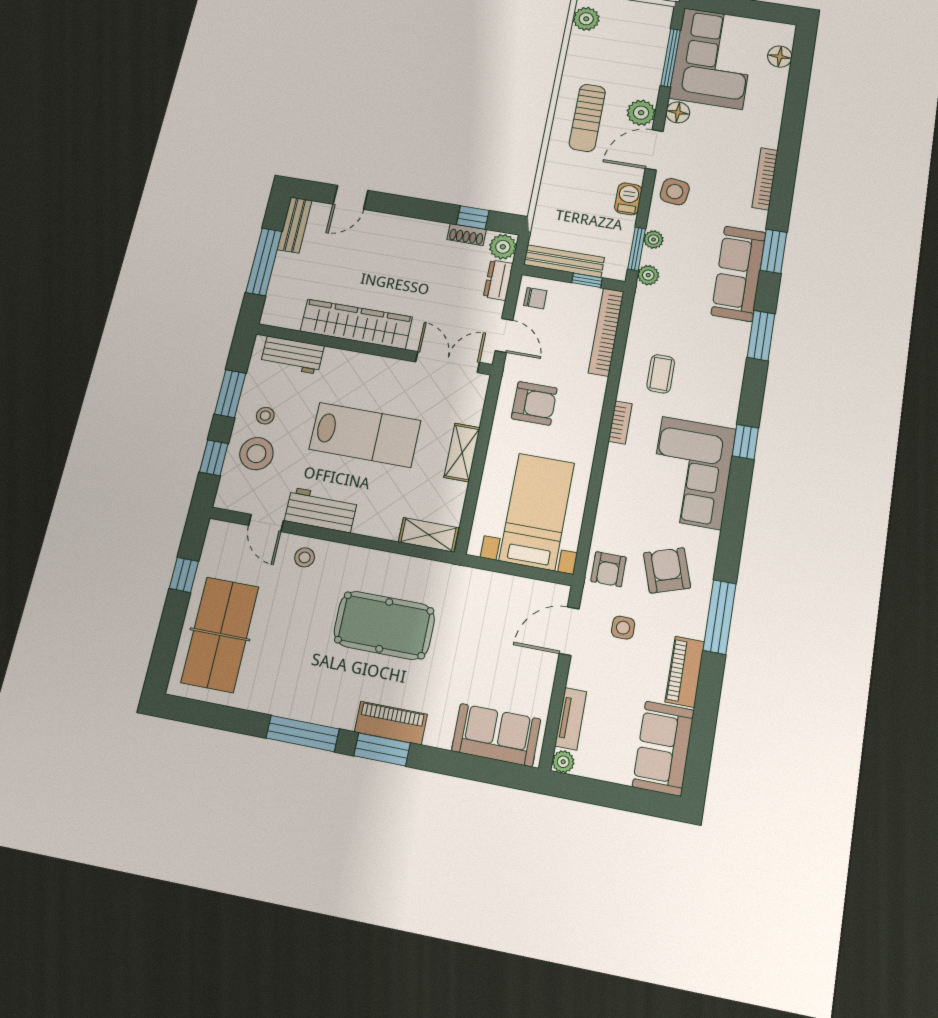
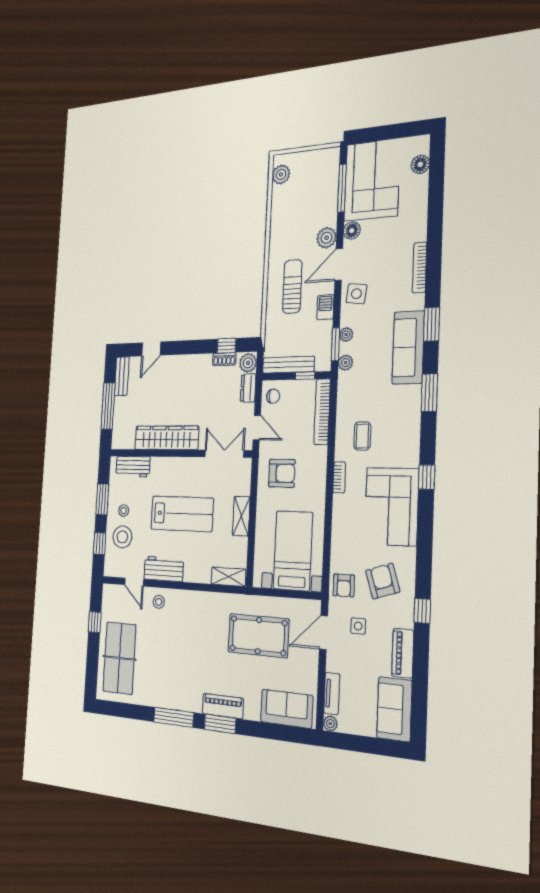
sun lounger: (587, 118) -> (292, 286), moved, turned 180
window: (720, 617) -> (422, 611), width x0.46
pool table: (384, 625) -> (258, 636), moved

